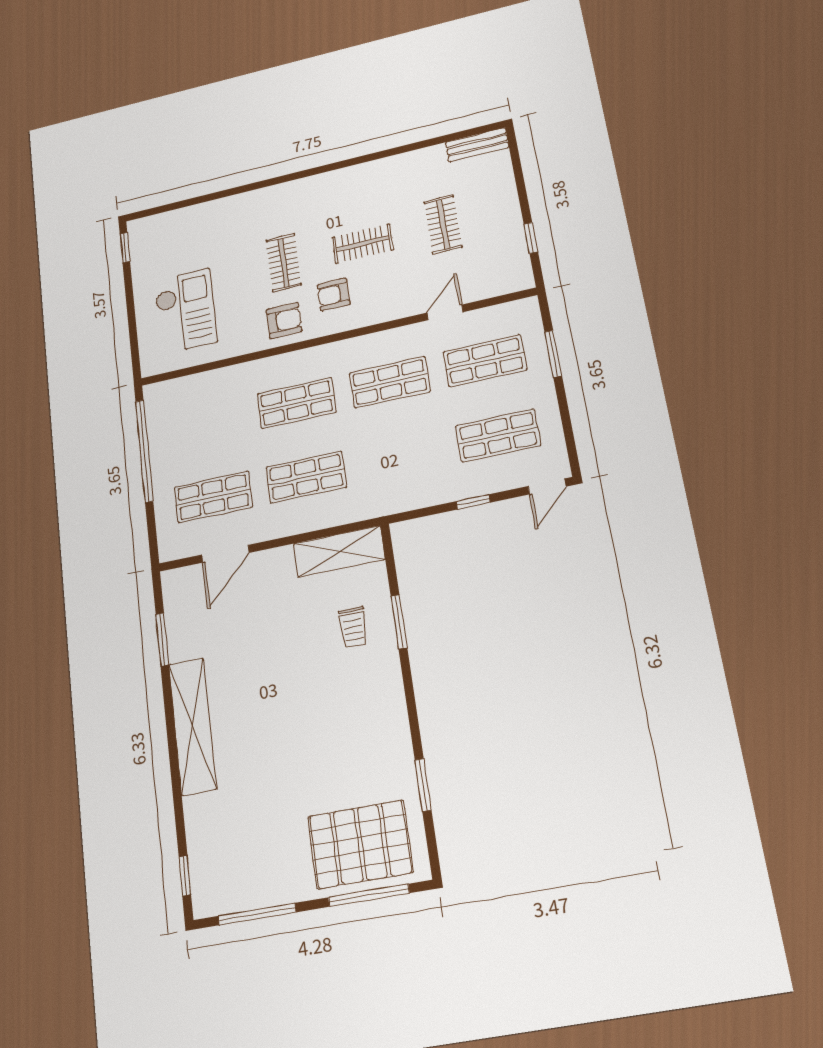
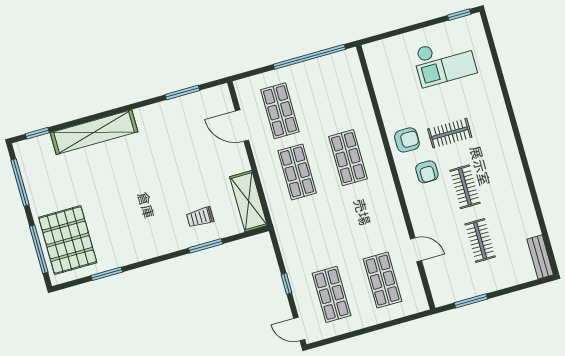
clothes rail: (443, 224) -> (480, 241), turned 90
window: (531, 238) -> (471, 301), width x1.50
armchair: (334, 294) -> (427, 172), turned 180
checkout: (186, 311) -> (445, 61), moved
armchair: (284, 320) -> (407, 140), turned -90
window: (553, 354) -> (389, 324), removed
shop shelf: (390, 382) -> (365, 219), removed
shelving: (192, 726) -> (94, 132), moved

